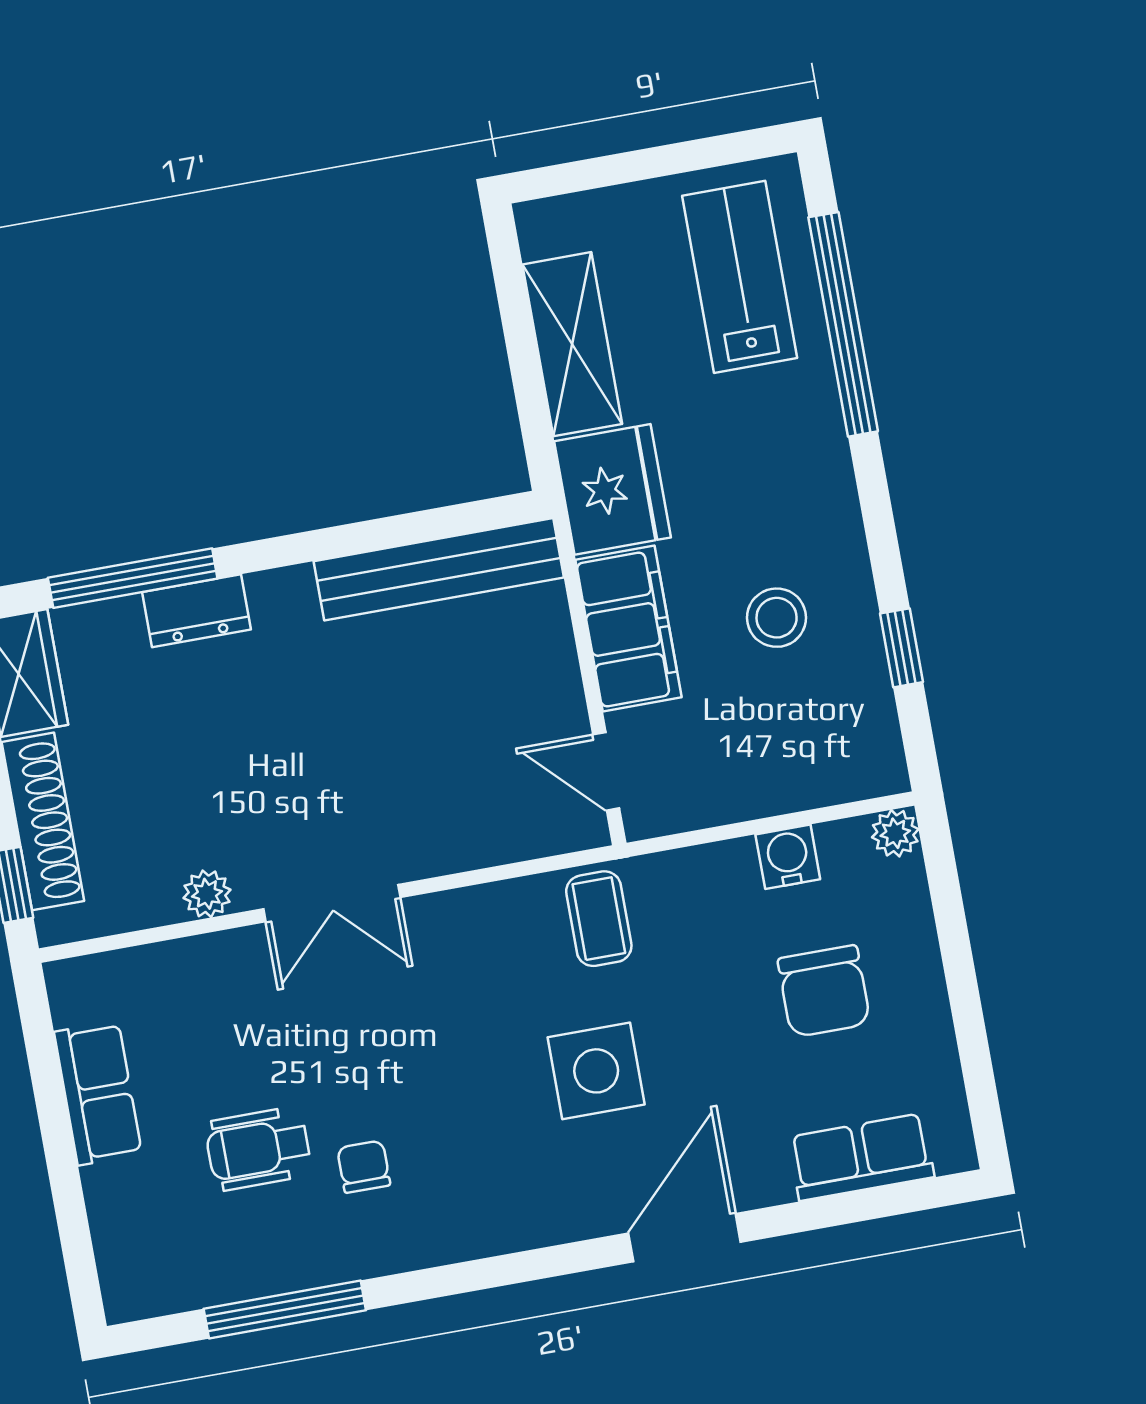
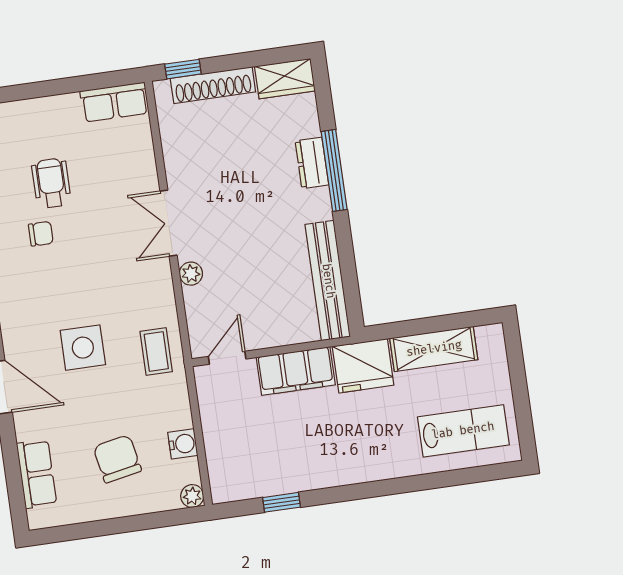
window: (843, 324) -> (439, 480), removed
window: (133, 578) -> (334, 170), moved
stool: (777, 618) -> (298, 443), removed
plant: (207, 894) -> (191, 274), moved
coffee table: (599, 919) -> (156, 352), turned 90
chair: (824, 991) -> (117, 459), turned 79
row of seats: (98, 1093) -> (114, 102), moved

